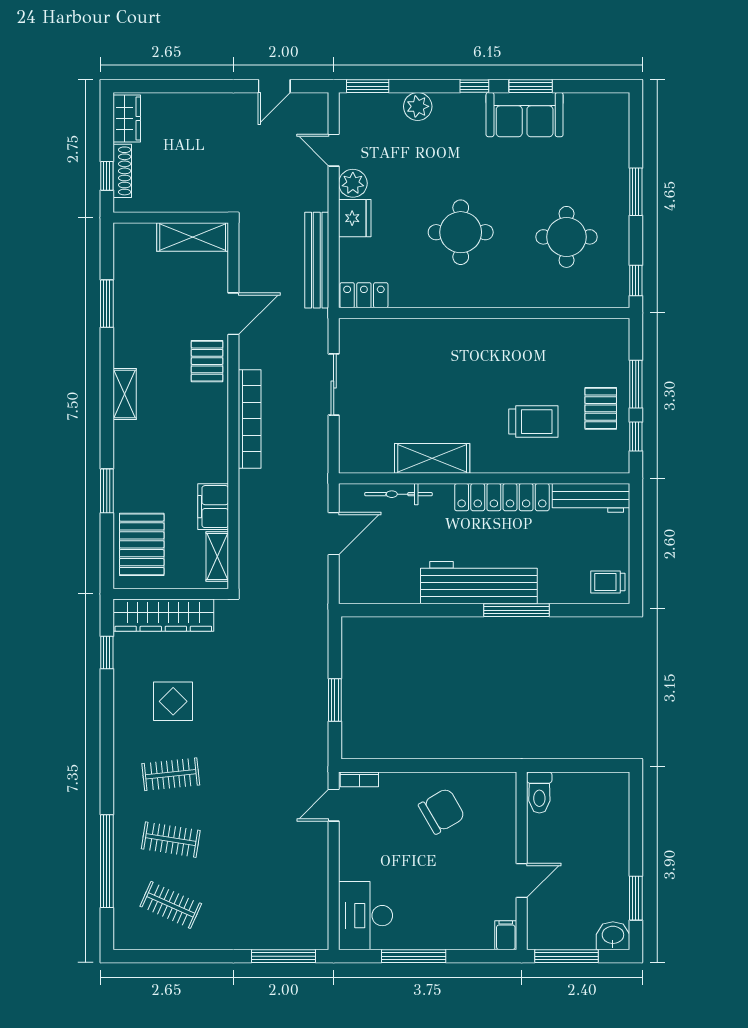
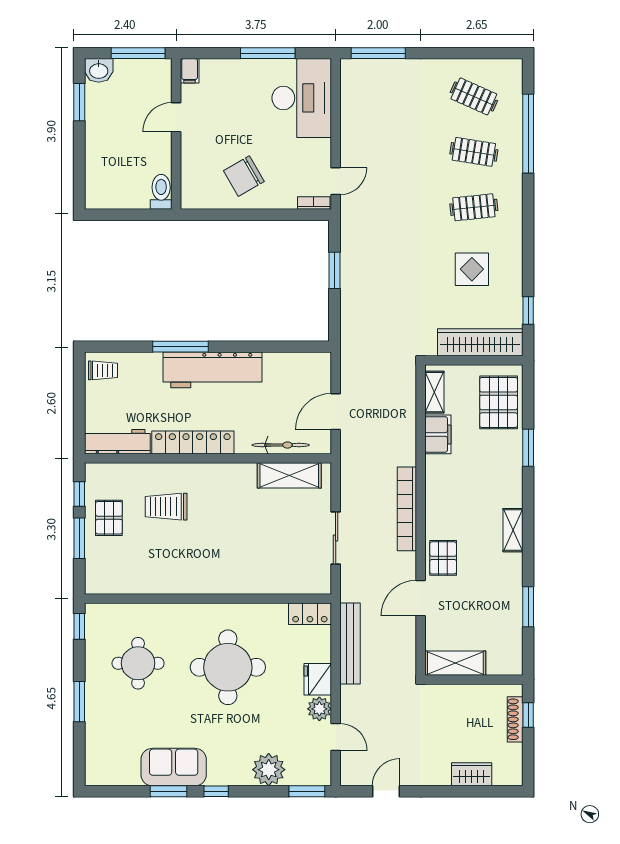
plant: (418, 106) -> (269, 770), width x1.36, depth x1.36
wardrobe: (127, 119) -> (472, 774), moved, turned 90
round table: (461, 232) -> (228, 667), width x1.36, depth x1.36
shelving: (432, 458) -> (289, 475), moved
desk: (366, 916) -> (302, 98), width x1.36, depth x1.30

